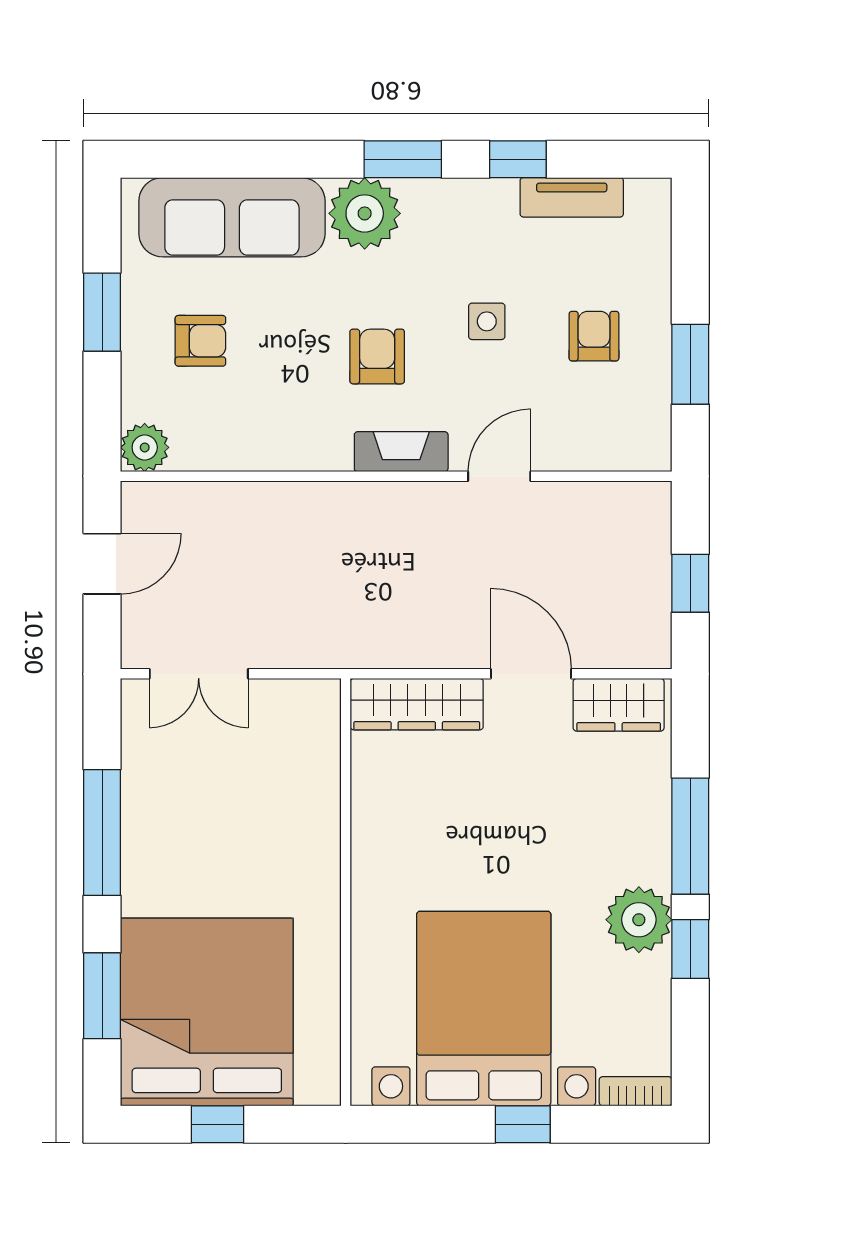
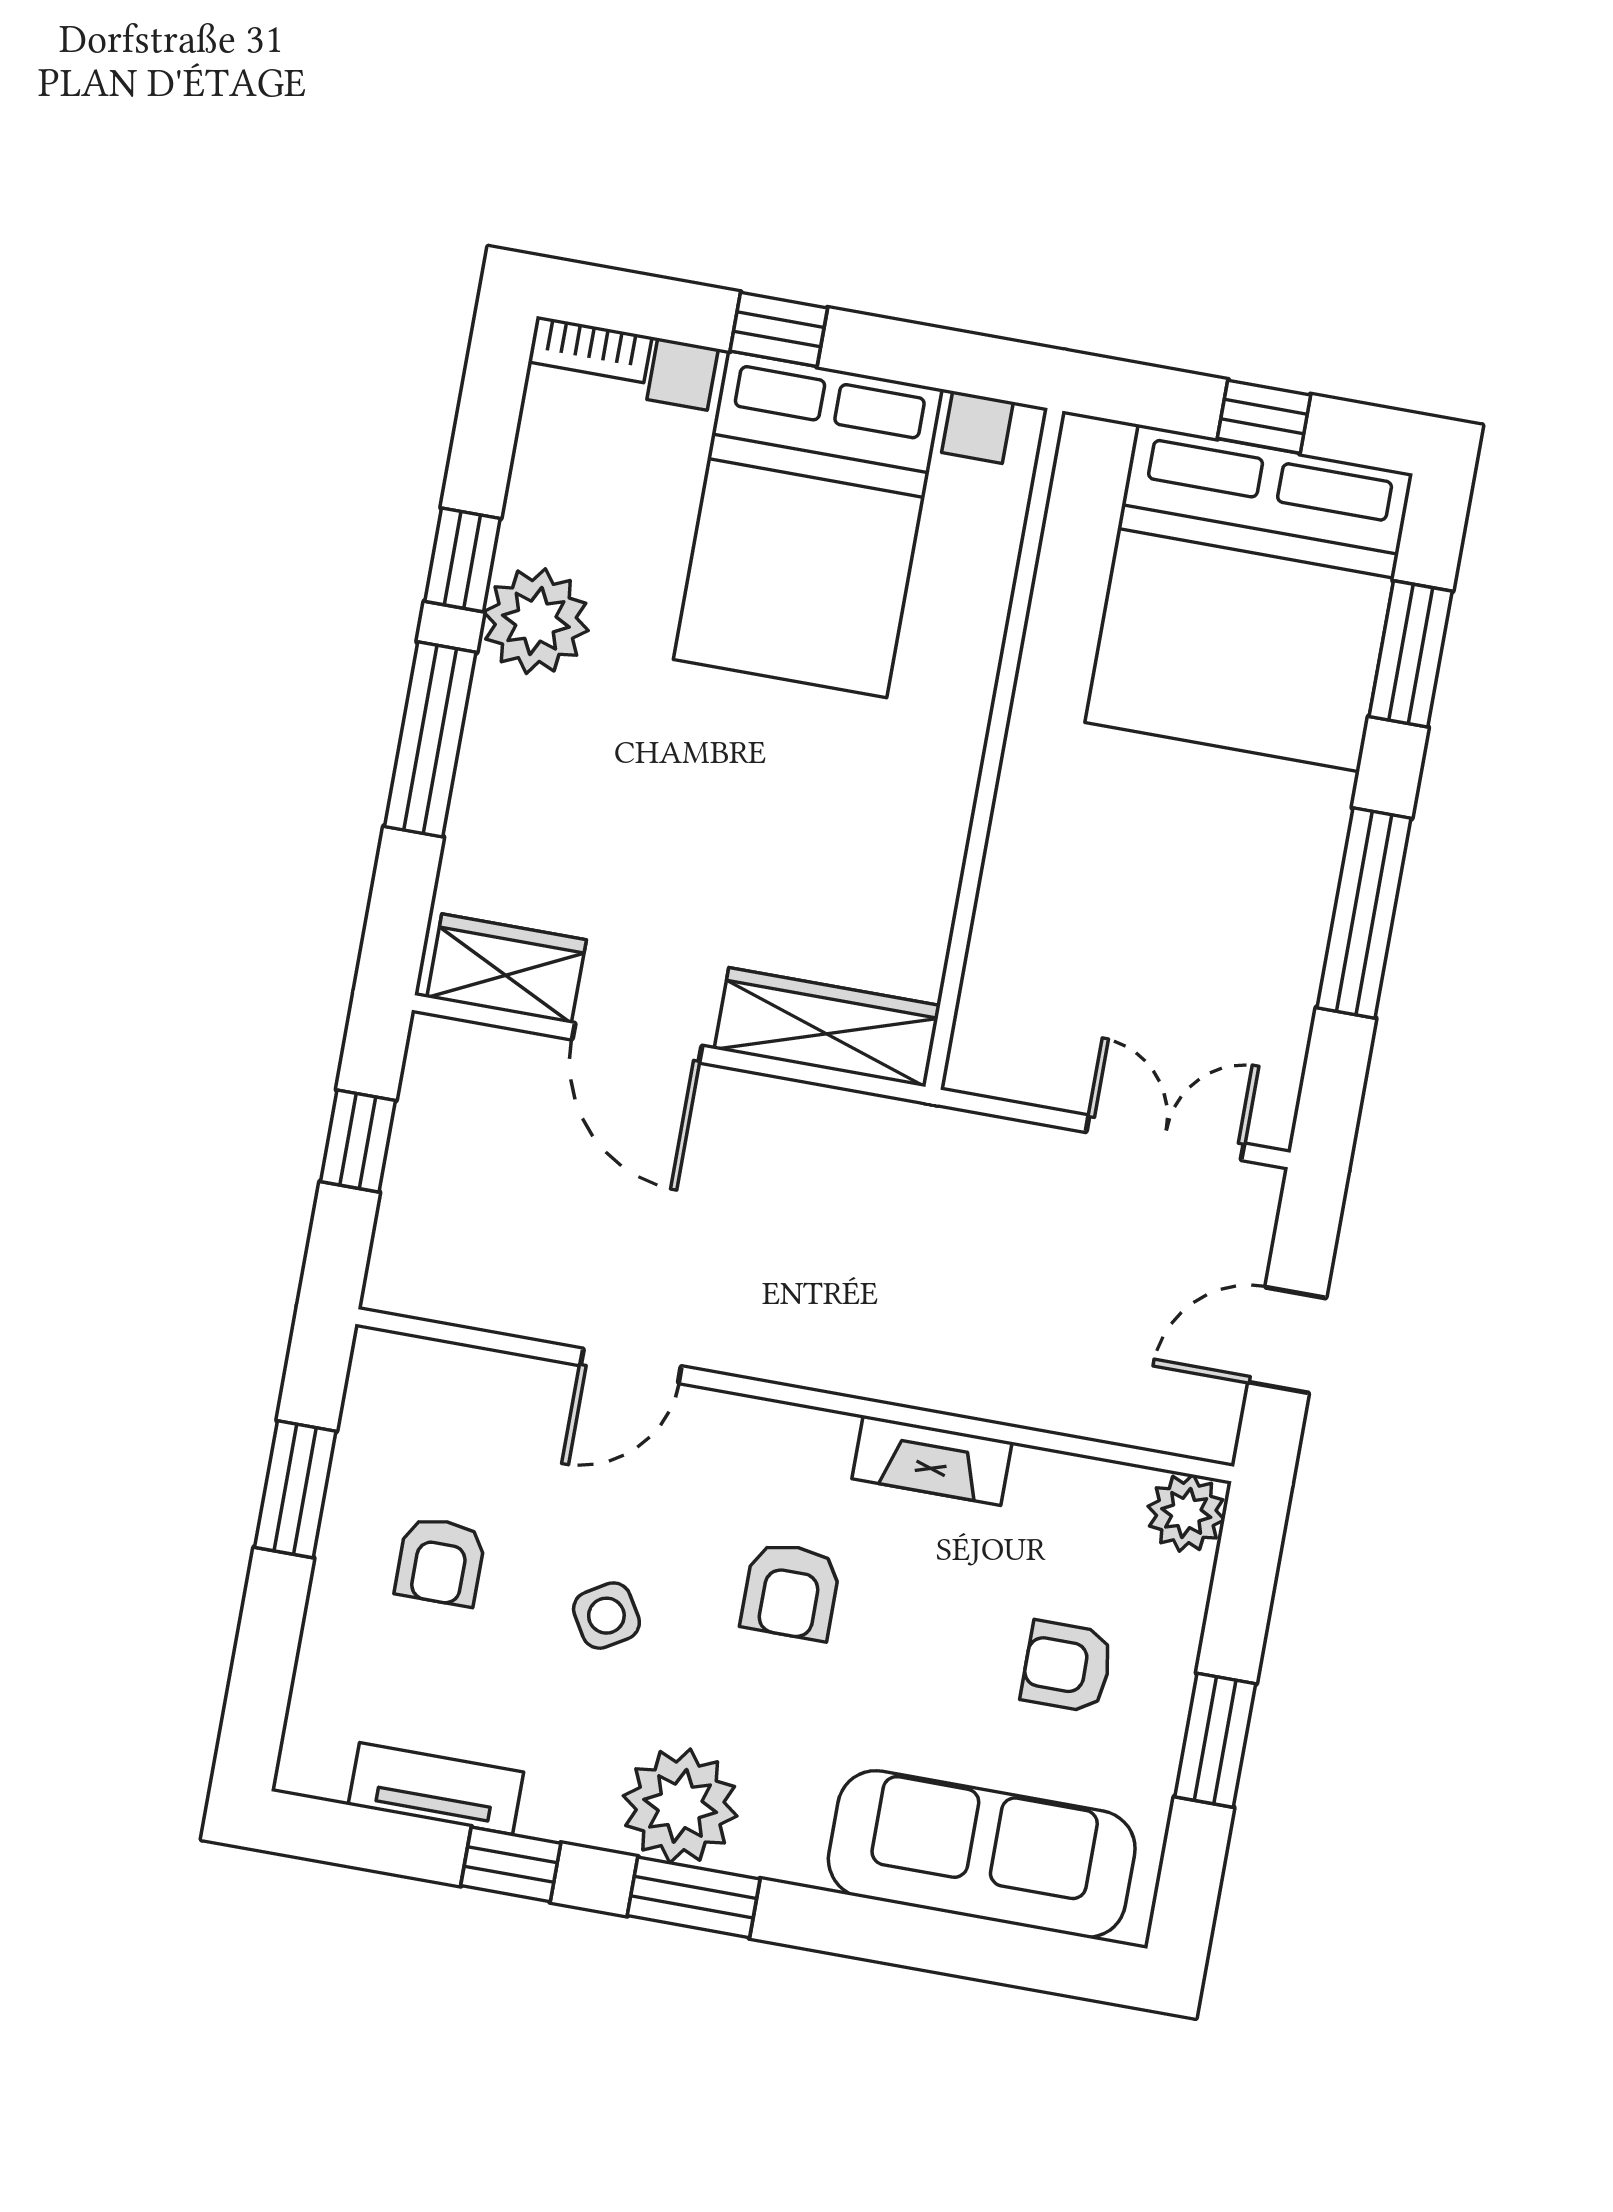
plant: (365, 213) -> (680, 1806), moved
side table: (487, 321) -> (606, 1616), turned -31
fireplace: (401, 452) -> (932, 1460), moved

